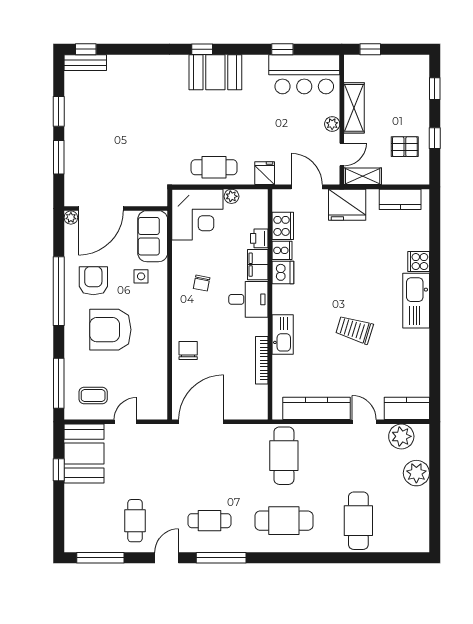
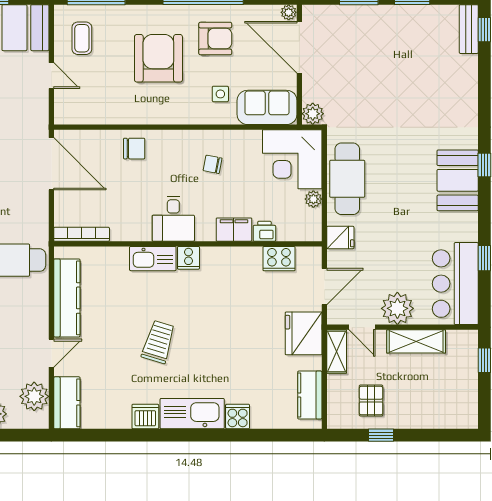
window: (435, 89) -> (439, 435), removed
plant: (332, 124) -> (397, 308), width x1.88, depth x1.88
cafe table: (214, 167) -> (347, 179), width x1.37, depth x1.35
plant: (158, 197) -> (313, 114), added
cooker: (282, 250) -> (188, 258), moved
dishwasher: (283, 273) -> (145, 417), moved, turned 180
desk: (248, 299) -> (173, 219), moved
bookcase: (262, 360) -> (82, 234), moved

